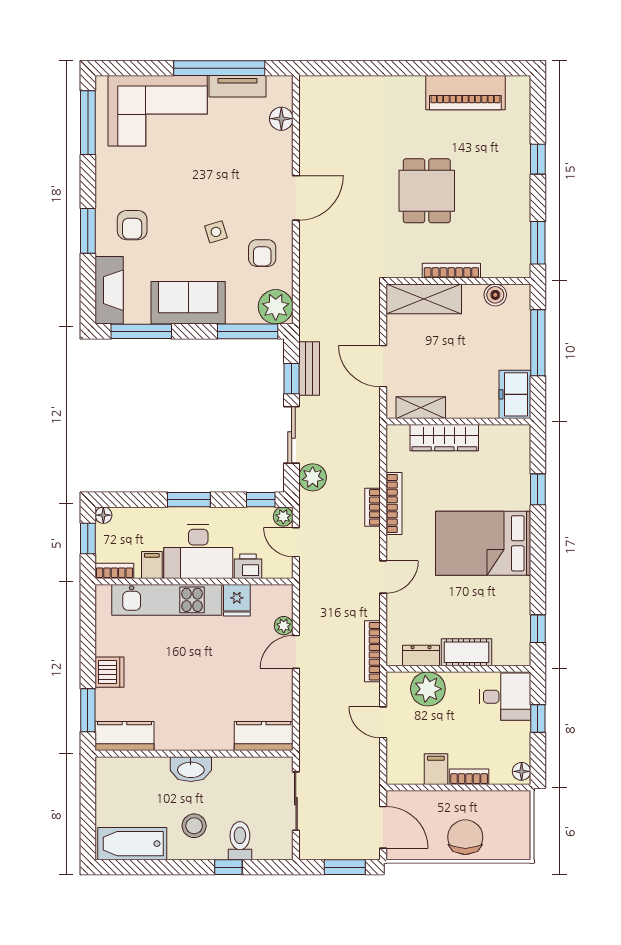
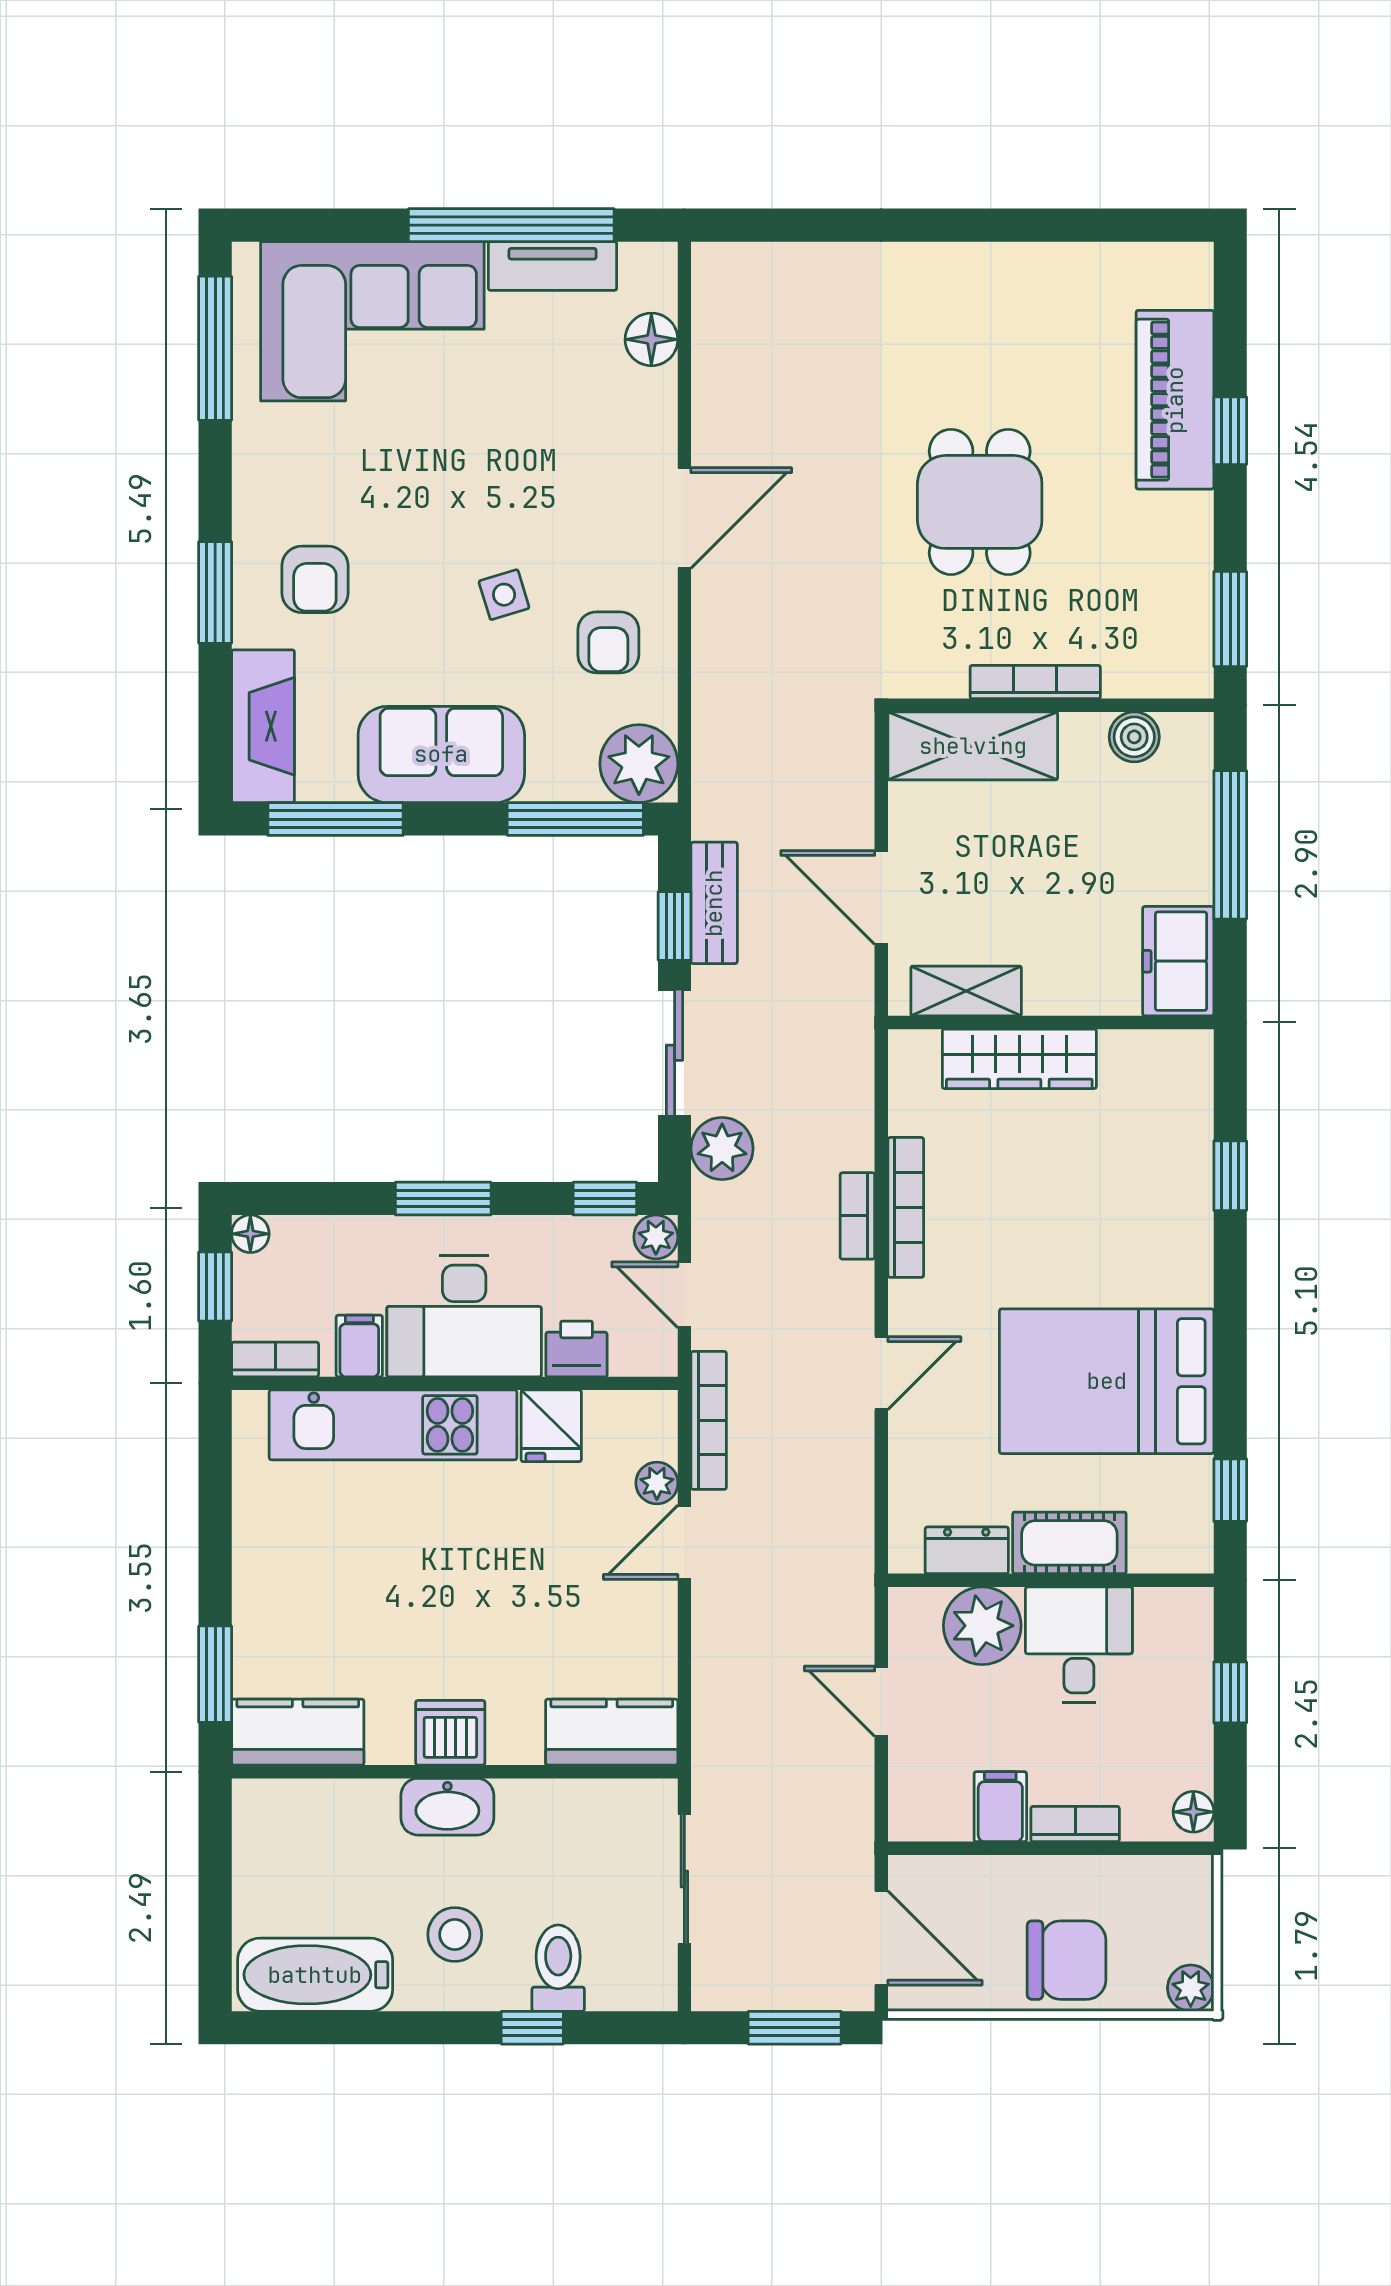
piano: (465, 93) -> (1175, 400), moved, turned 90
bed: (483, 543) -> (1107, 1381), moved
bookcase: (372, 651) -> (709, 1420), moved, turned 180
dishwasher: (110, 672) -> (450, 1733), moved, turned -90
desk: (505, 697) -> (1079, 1645), moved, turned -90
chair: (465, 837) -> (1067, 1960), turned 90
plant: (520, 850) -> (1191, 1988), added

